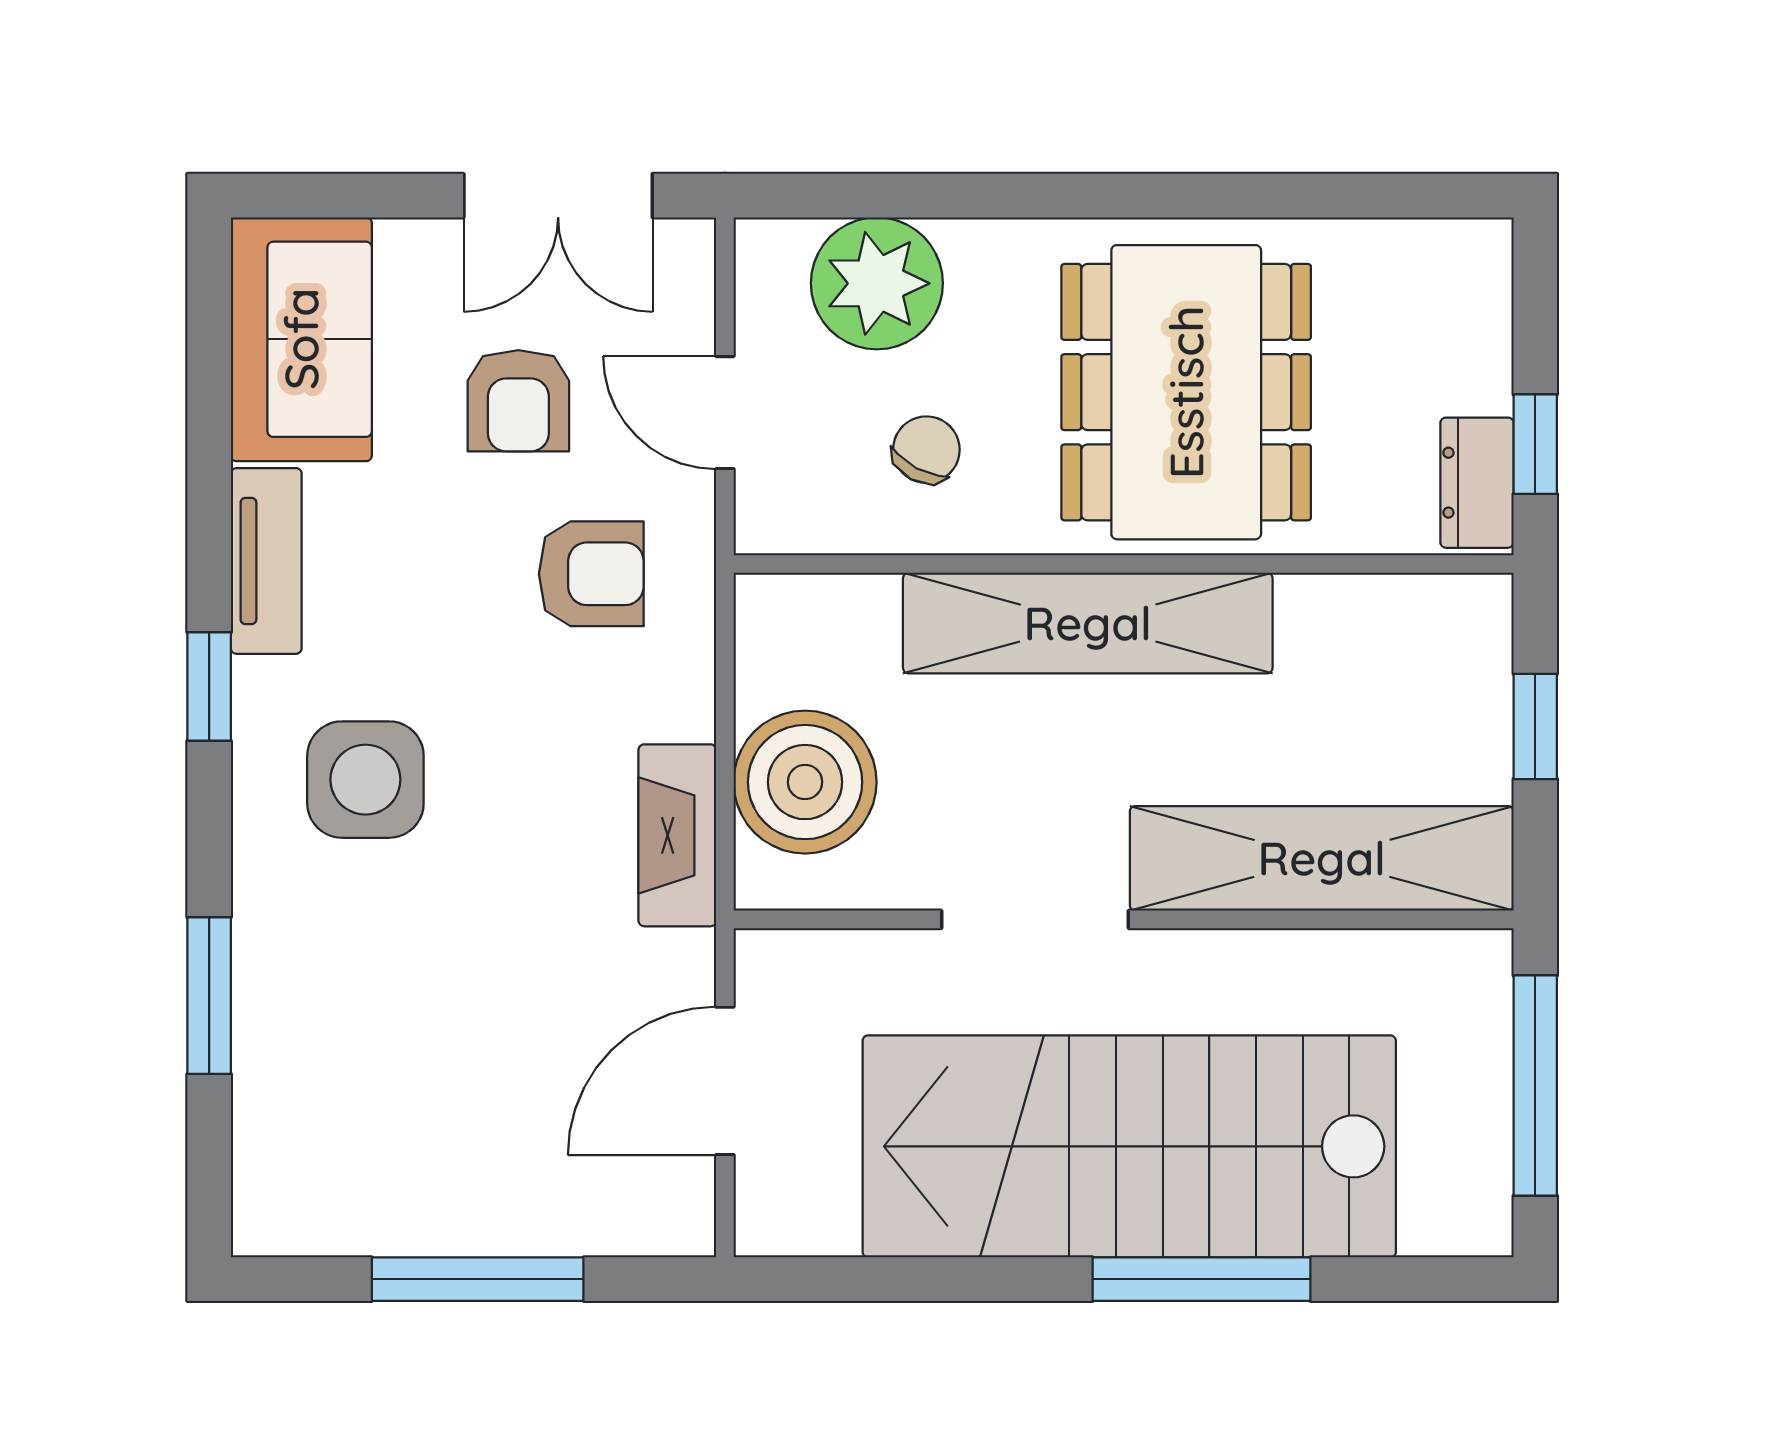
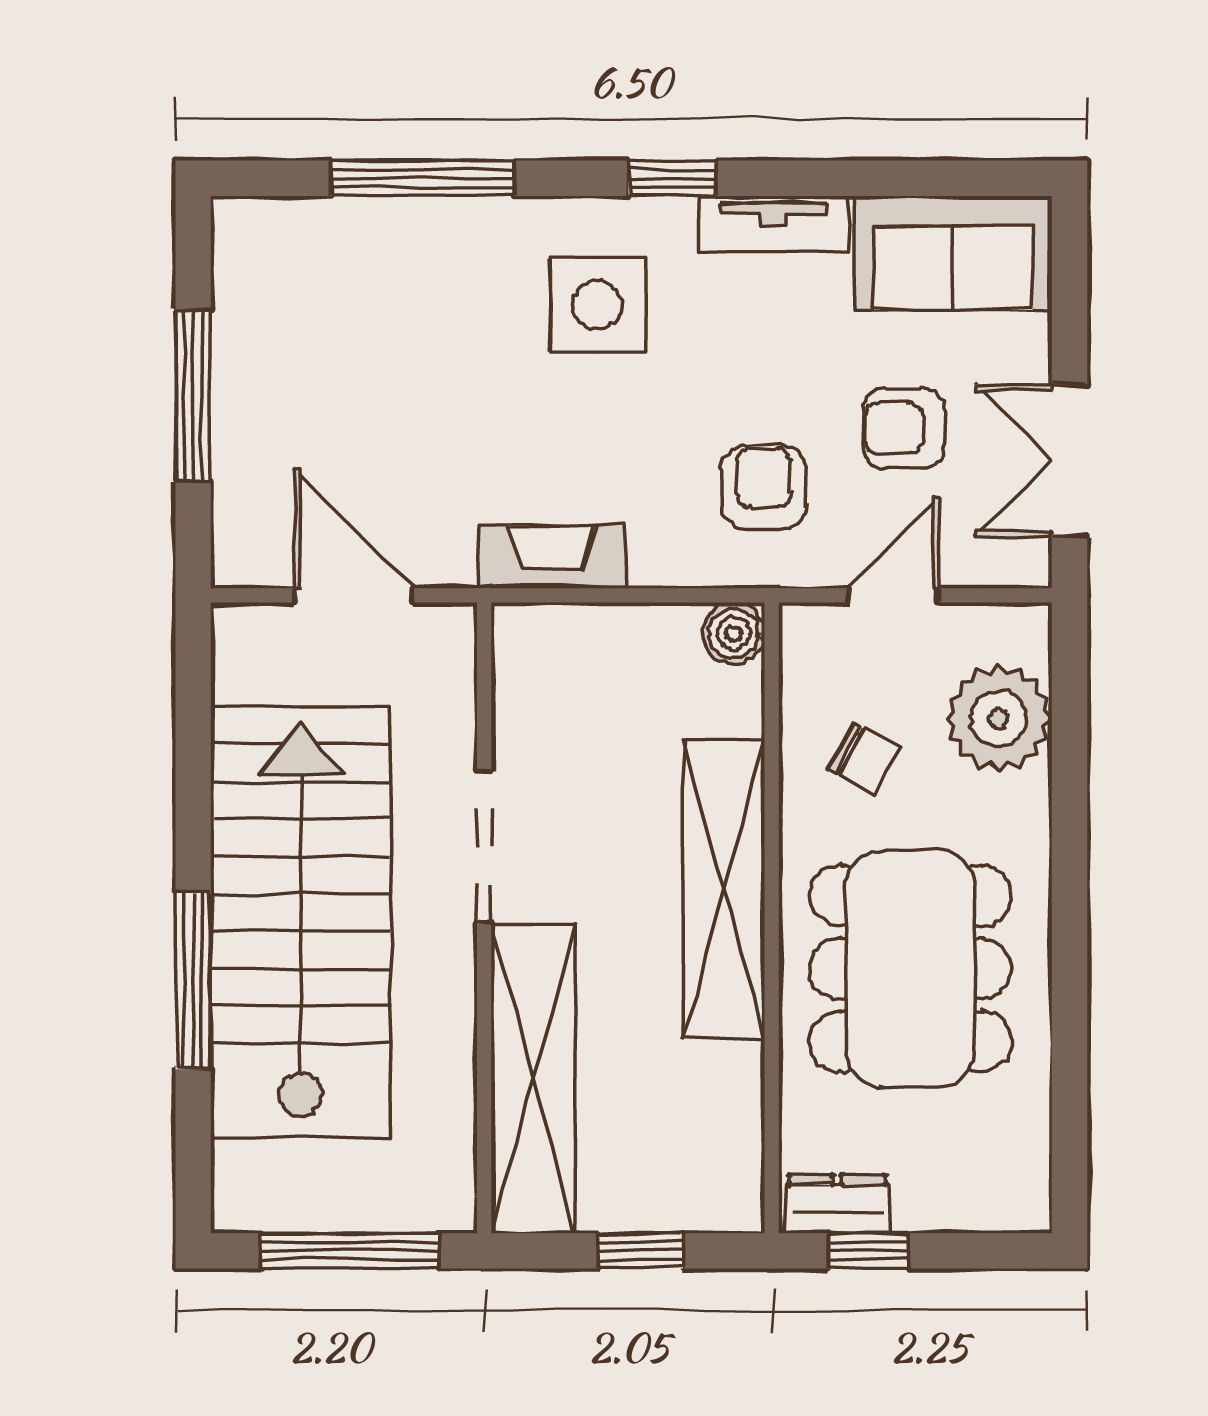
dining table: (1186, 392) -> (911, 969), turned 90
armchair: (591, 574) -> (764, 487), turned 180
boiler: (805, 782) -> (733, 633), moved, width x0.54, depth x0.54
window: (209, 996) -> (422, 178), width x1.44

